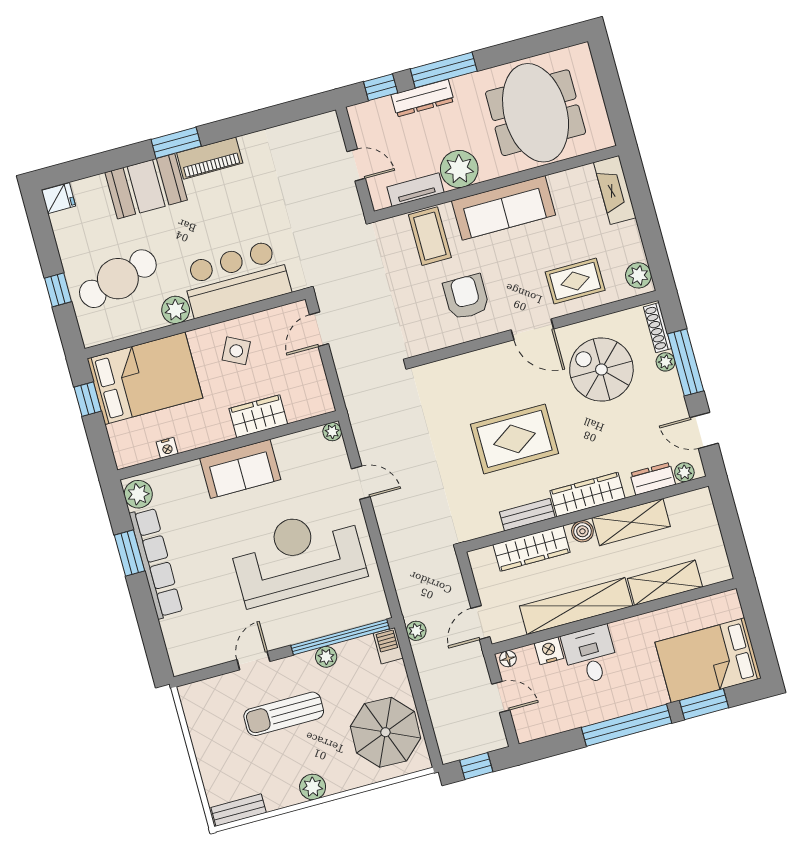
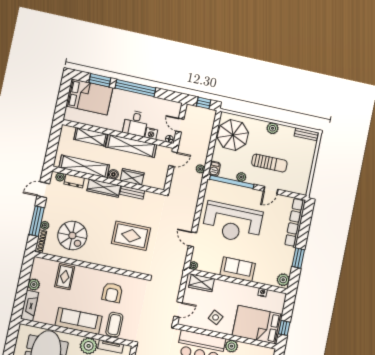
plant: (638, 275) -> (34, 285), moved
rug: (575, 281) -> (65, 277), turned 90
door: (532, 329) -> (92, 266), removed
wardrobe: (258, 416) -> (202, 283), moved
door: (704, 430) -> (43, 190), swing flipped
rug: (515, 439) -> (131, 236), moved
shelving: (631, 522) -> (84, 166), width x1.47
wardrobe: (532, 548) -> (132, 177), width x0.67
row of seats: (156, 563) -> (295, 223), moved

